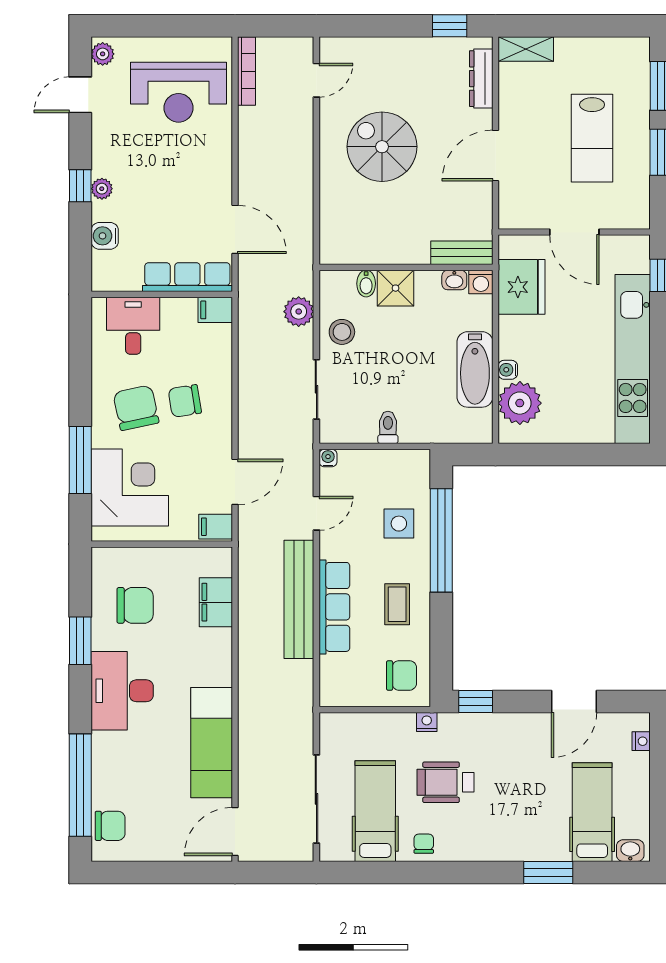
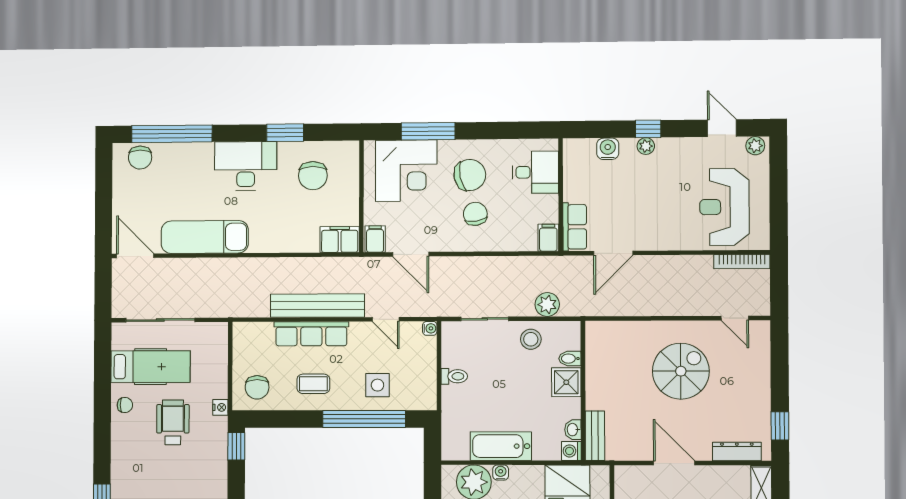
row of seats: (187, 277) -> (575, 227), width x0.68
filing cabinet: (216, 602) -> (340, 239), moved

